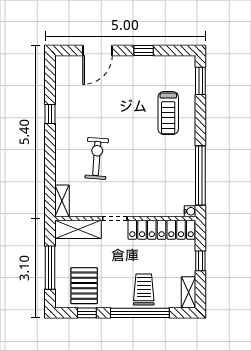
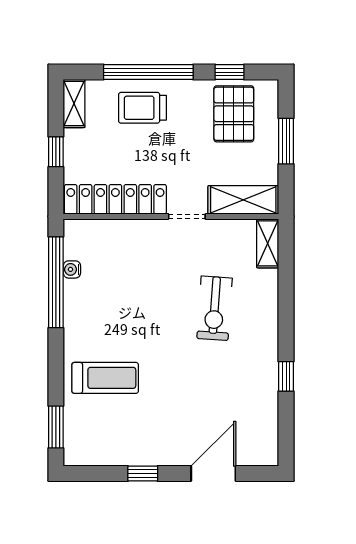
treadmill: (168, 113) -> (105, 378), turned 90
water cooler: (190, 211) -> (72, 269), moved
window: (50, 268) -> (286, 141), width x0.69
trolley: (144, 290) -> (142, 108), turned 90

